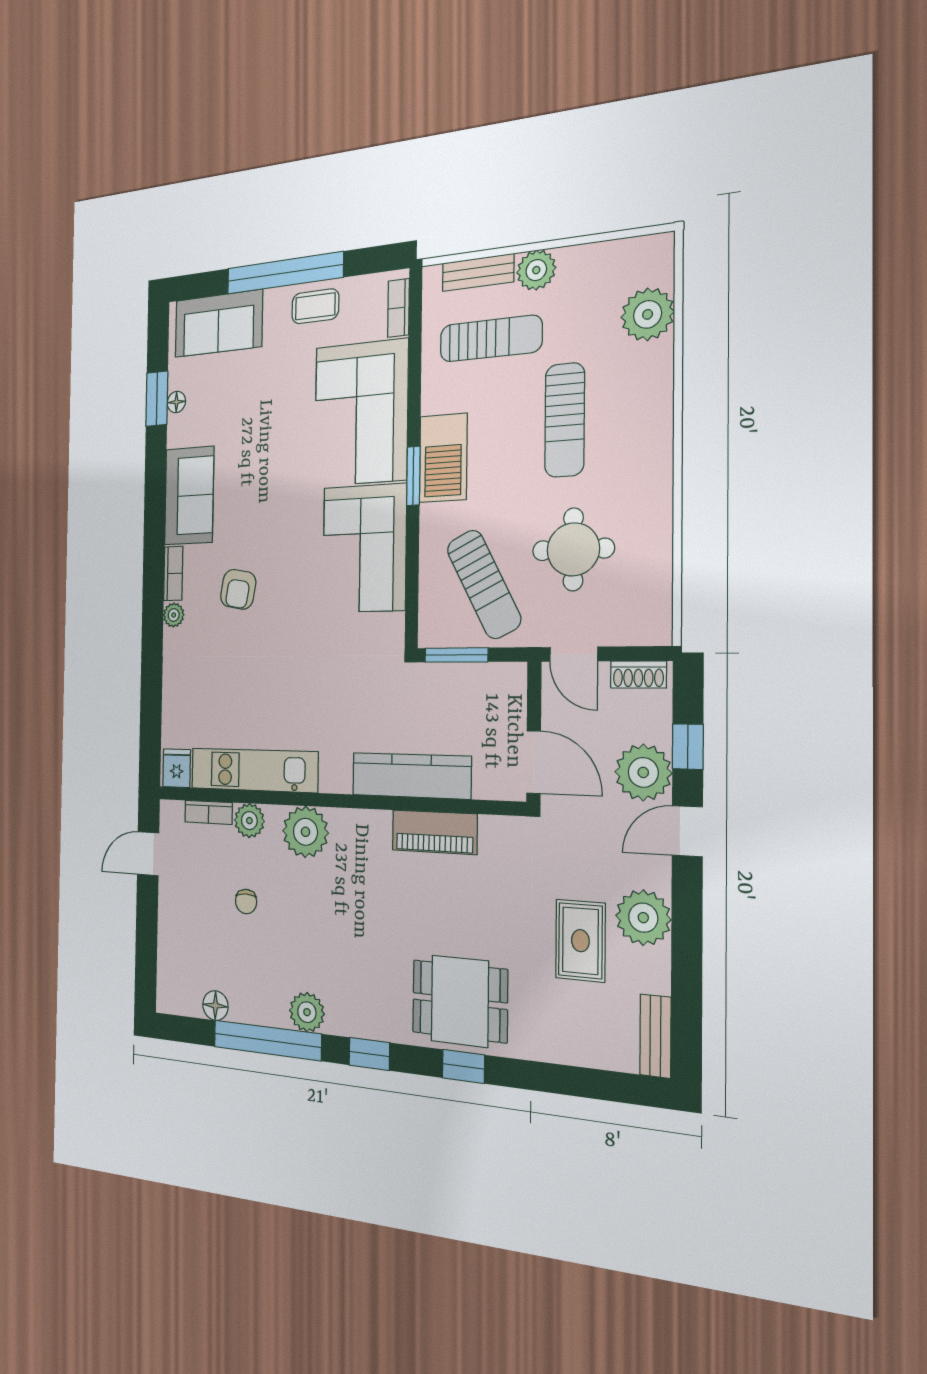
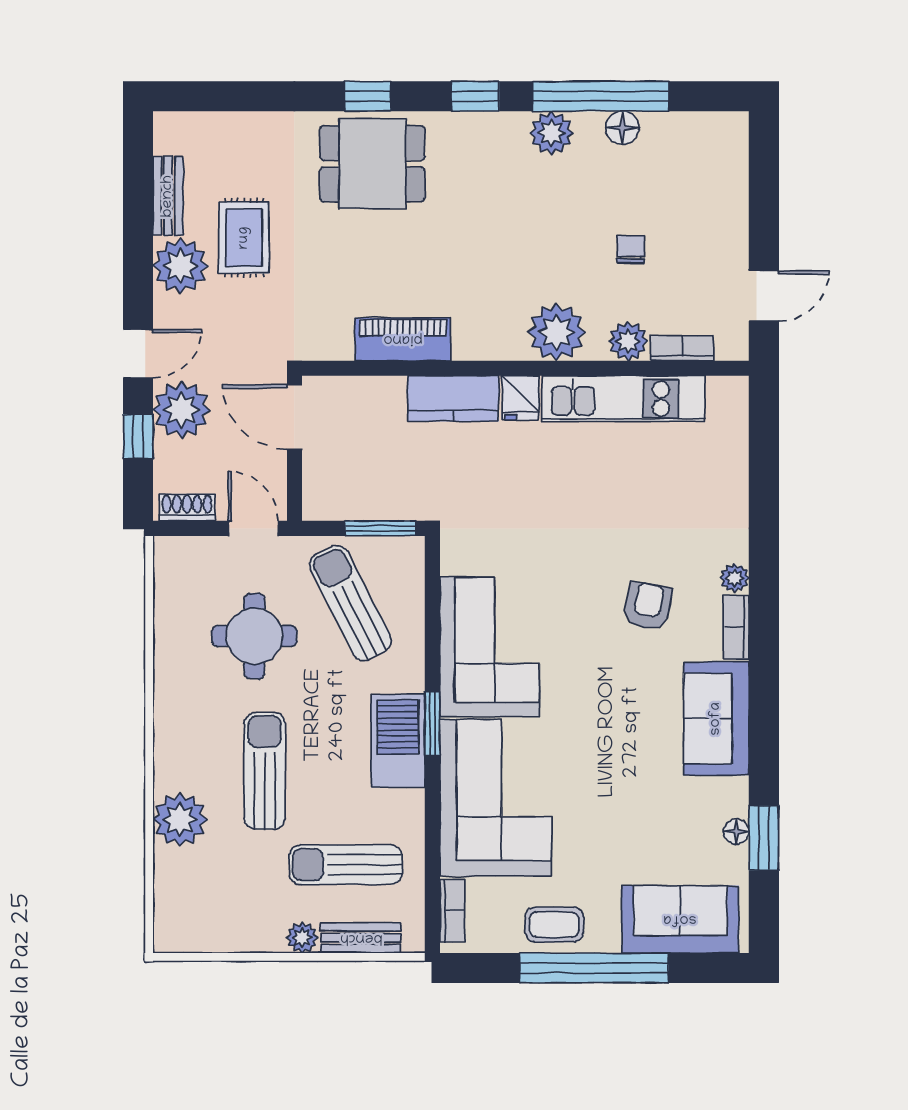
plant: (536, 270) -> (302, 938), width x0.73, depth x0.73
plant: (648, 314) -> (180, 820), moved
fridge: (177, 768) -> (520, 398), moved
kitchen counter: (411, 776) -> (453, 398), width x0.67
floor lamp: (215, 1006) -> (622, 128), moved
bench: (655, 1036) -> (168, 196), moved

